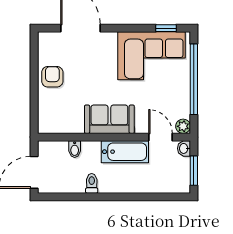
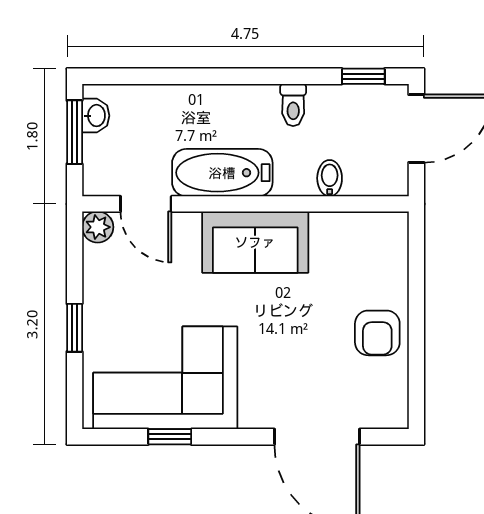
window: (166, 28) -> (170, 437), moved
window: (194, 79) -> (75, 328), width x0.32
washbasin: (184, 148) -> (96, 116), moved
window: (59, 197) -> (363, 76), added

